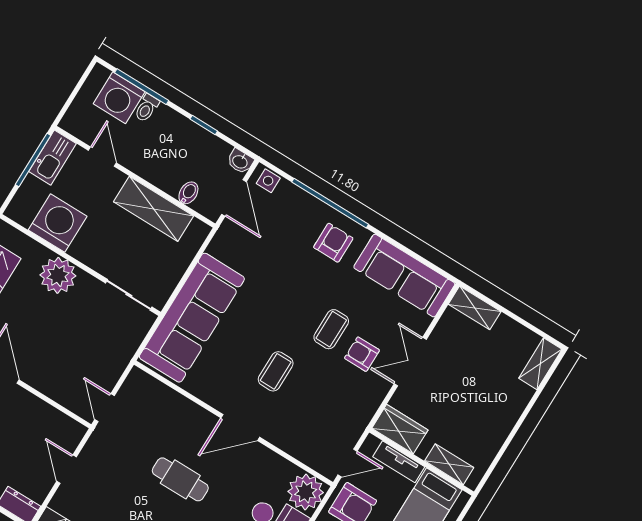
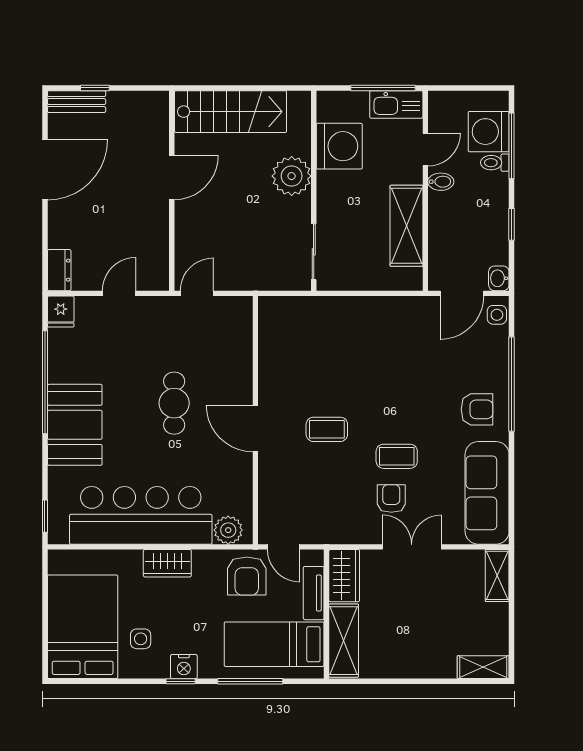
bidet: (188, 193) -> (441, 182), moved
sofa: (192, 318) -> (329, 322), removed
shelving: (449, 464) -> (344, 641), width x1.50, depth x1.33
plant: (306, 492) -> (228, 530), width x0.73, depth x0.73

